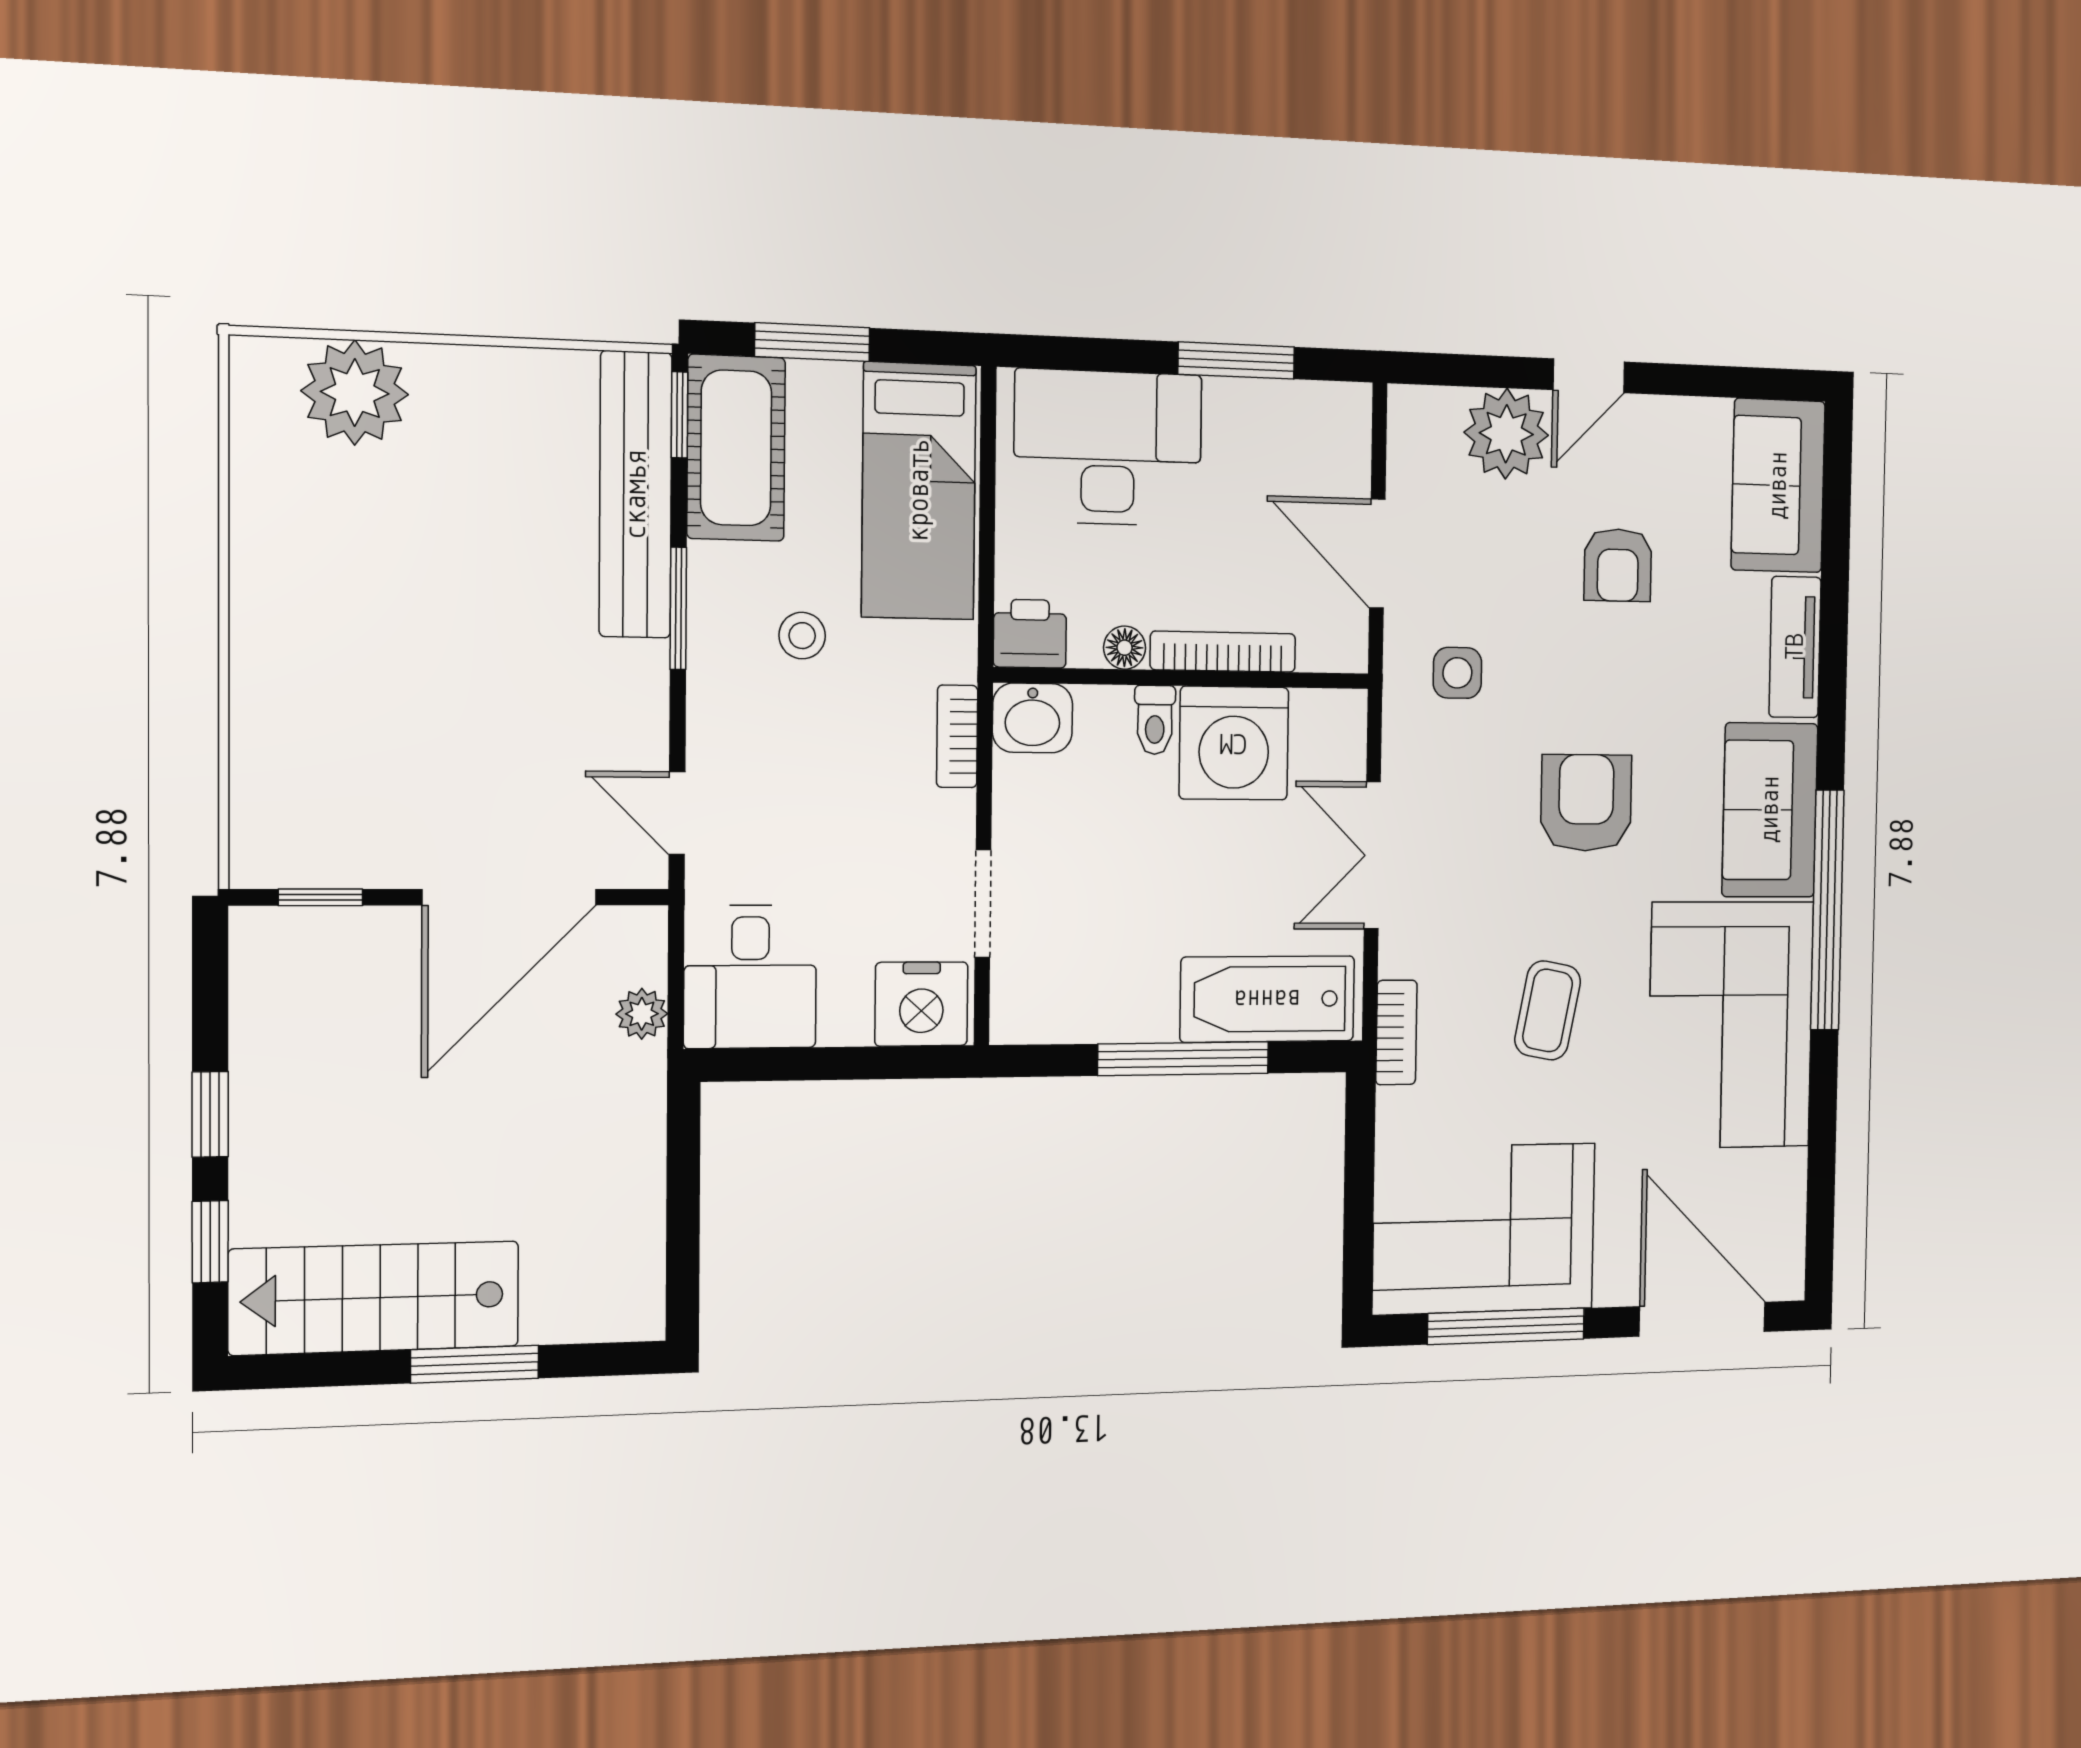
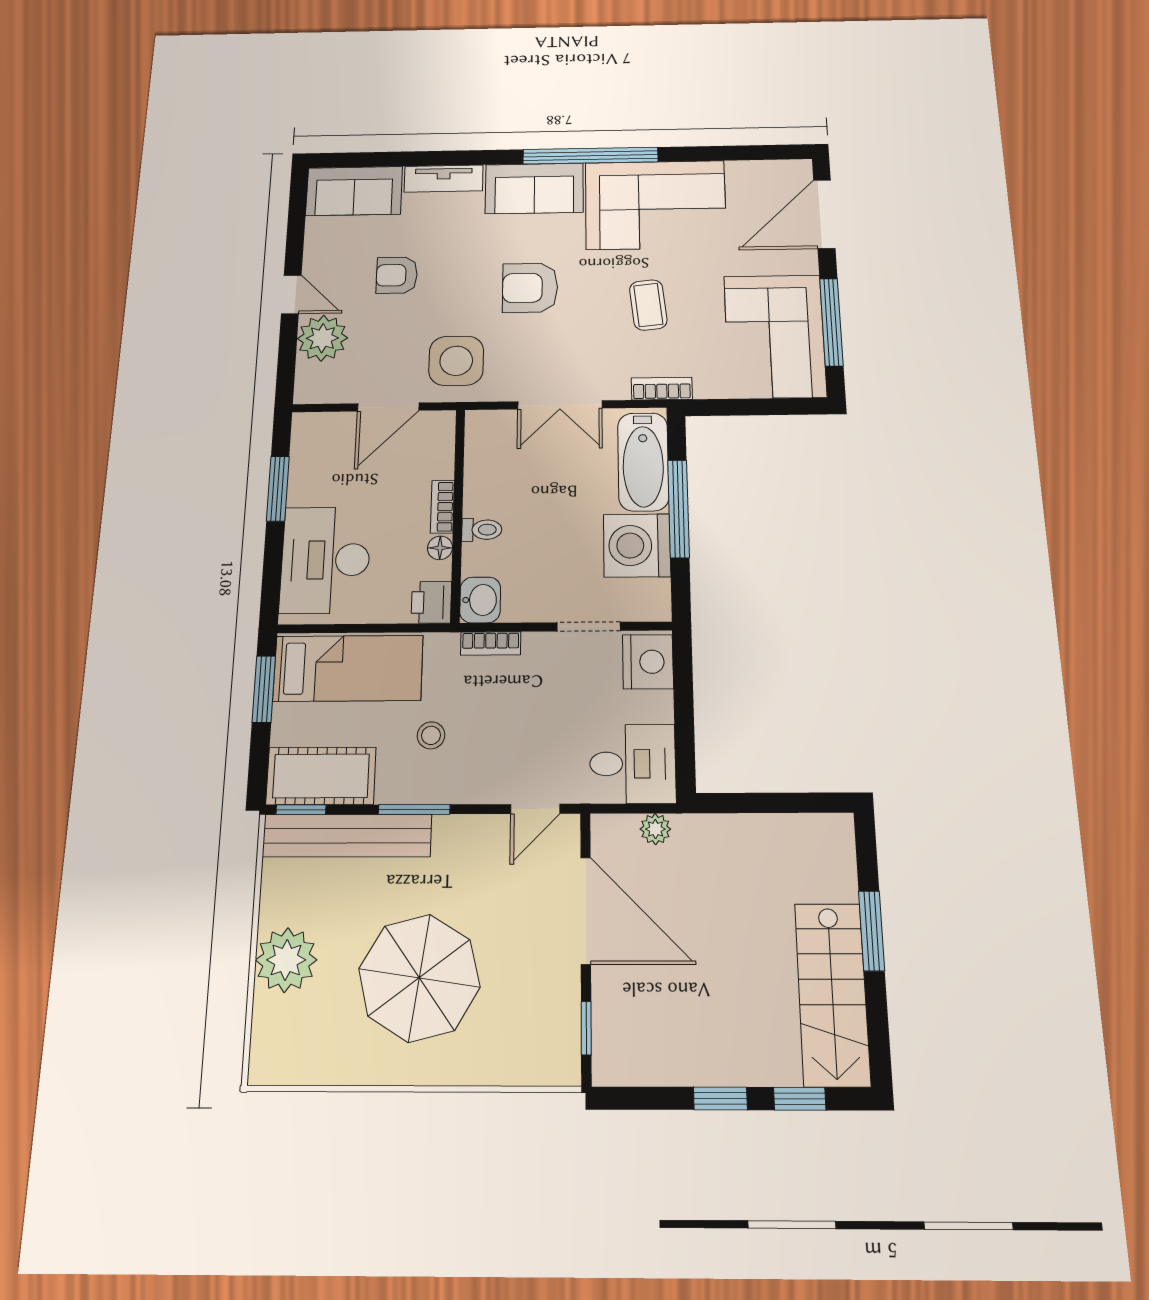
window: (812, 342) -> (264, 689), moved
plant: (355, 393) -> (286, 960), moved
armchair: (1618, 565) -> (397, 275), turned 180
parasol: (401, 620) -> (419, 978), added
bookcase: (1223, 652) -> (442, 507), width x0.64
side table: (1457, 673) -> (456, 361), width x1.87, depth x1.87
washing machine: (1234, 743) -> (637, 545), moved, turned 180
coffee table: (1548, 1010) -> (648, 305), turned 73

